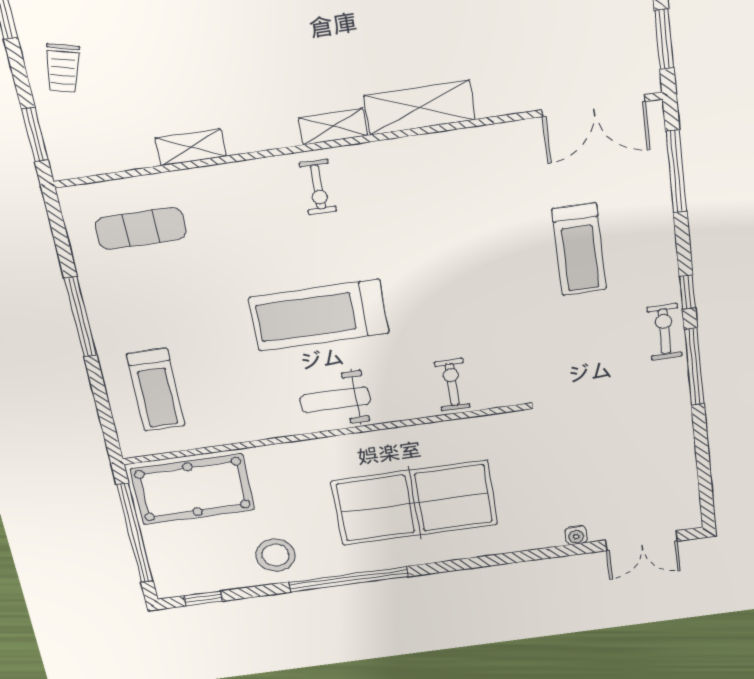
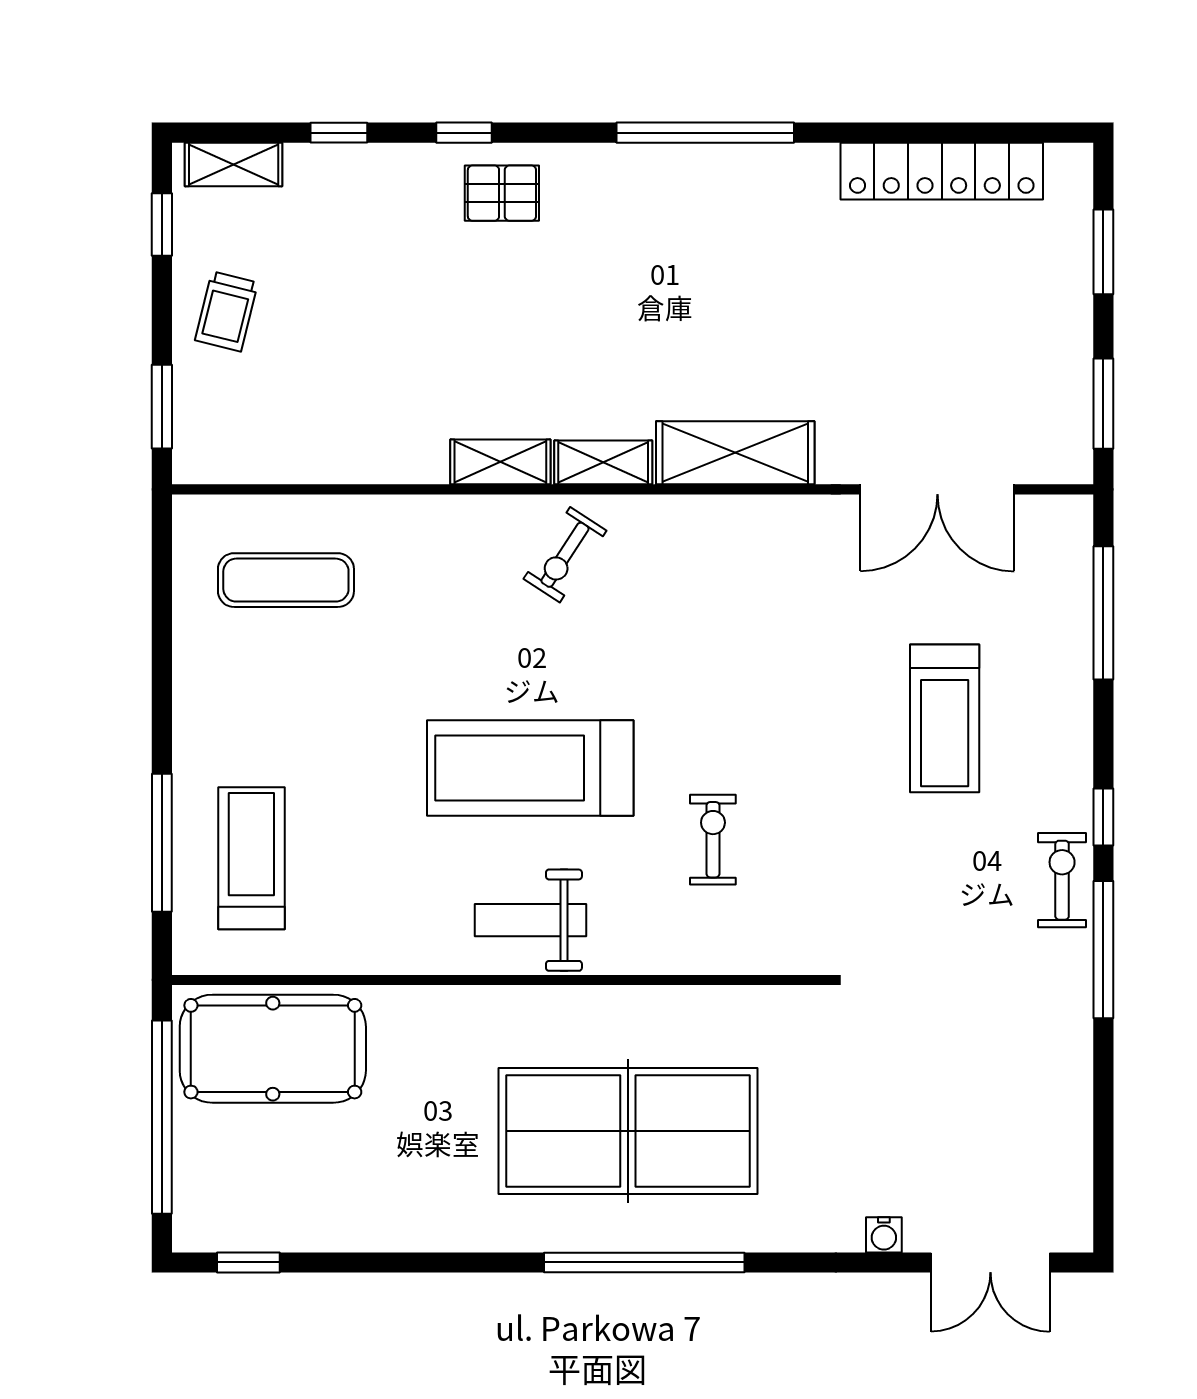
double door: (593, 106) -> (937, 489), moved
shelving: (191, 147) -> (500, 462), moved
exercise bike: (318, 187) -> (565, 555), turned 33
window: (81, 317) -> (162, 843), moved
exercise bike: (452, 385) -> (713, 840), moved
treadmill: (156, 390) -> (251, 858), turned 180
stool: (276, 555) -> (384, 1196), removed
window: (349, 579) -> (644, 1262), moved

